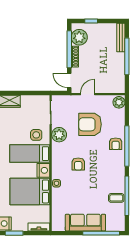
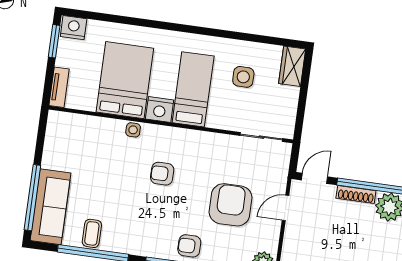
door: (88, 94) -> (285, 208), swing flipped
side table: (36, 135) -> (243, 77), moved
plant: (59, 135) -> (220, 147), removed
sofa: (85, 223) -> (51, 207), moved

